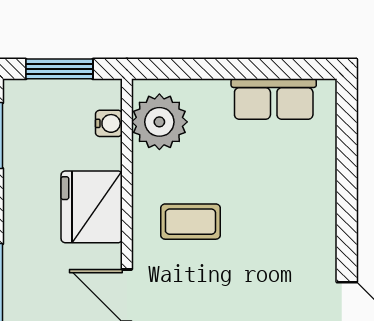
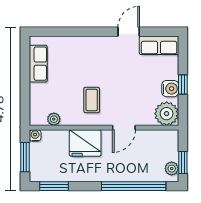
plant: (159, 122) -> (54, 119), width x0.53, depth x0.53
water cooler: (109, 123) -> (35, 136), moved

